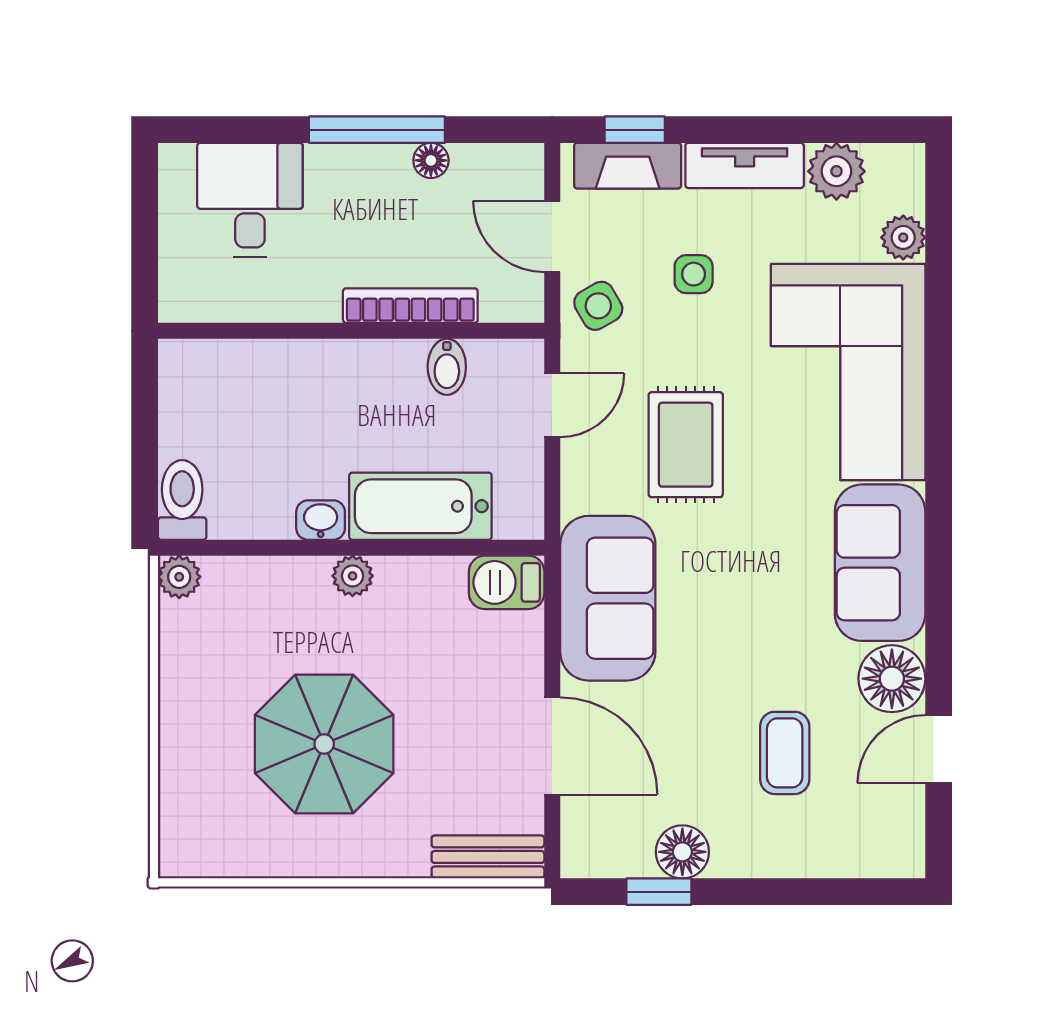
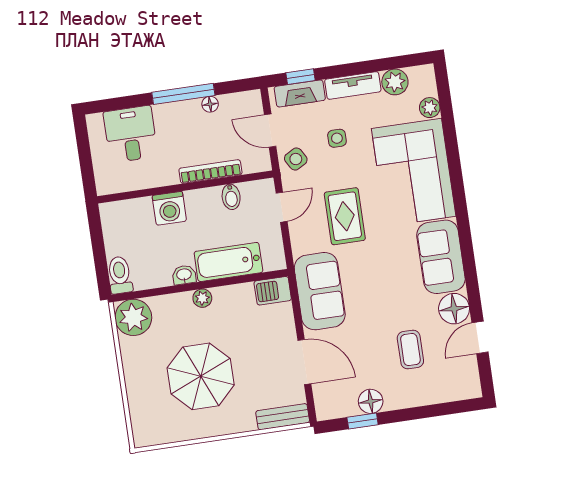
washing machine: (310, 372) -> (169, 208), added
plant: (179, 577) -> (133, 317), width x1.87, depth x1.87

